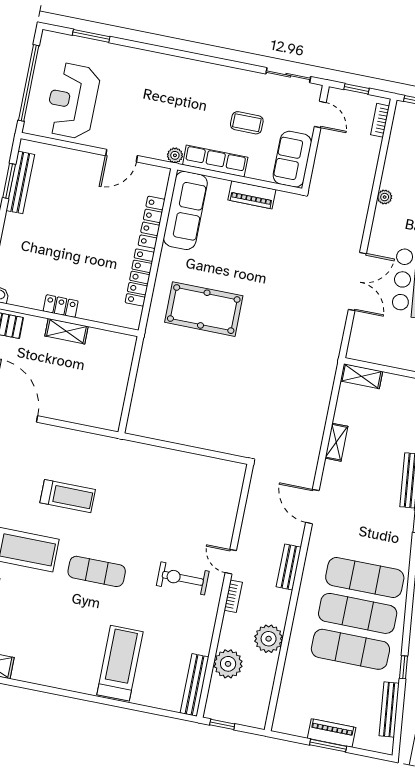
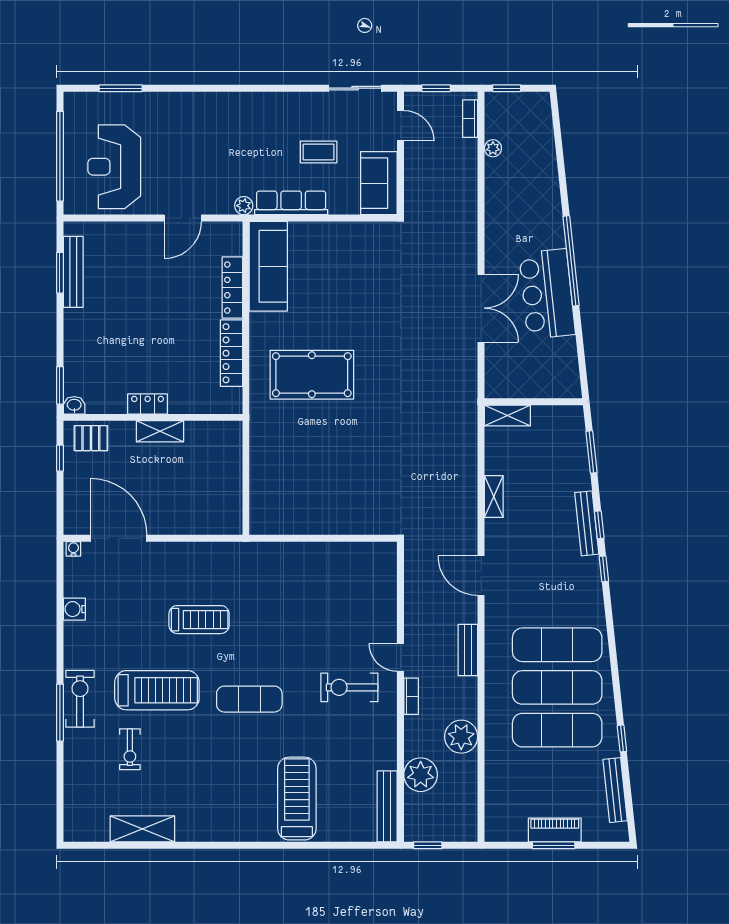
piano: (252, 195) -> (341, 233), removed
plant: (385, 197) -> (493, 148), moved

